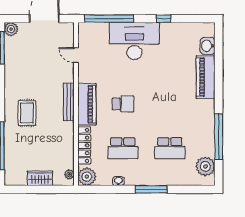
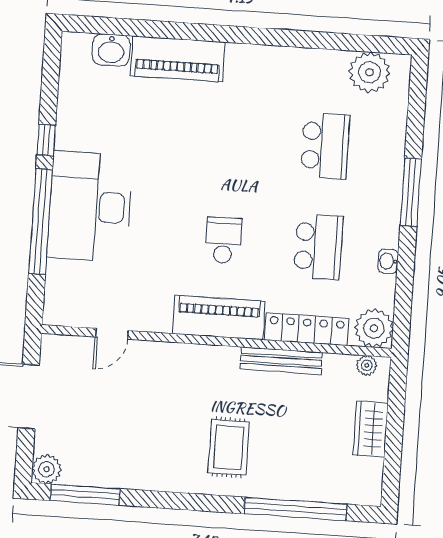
window: (109, 19) -> (41, 222), moved
bench: (69, 102) -> (281, 361), moved
rug: (27, 113) -> (229, 447), turned 90
window: (219, 137) -> (307, 40), removed

